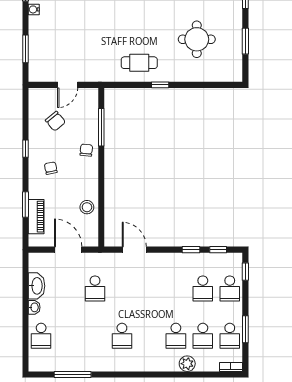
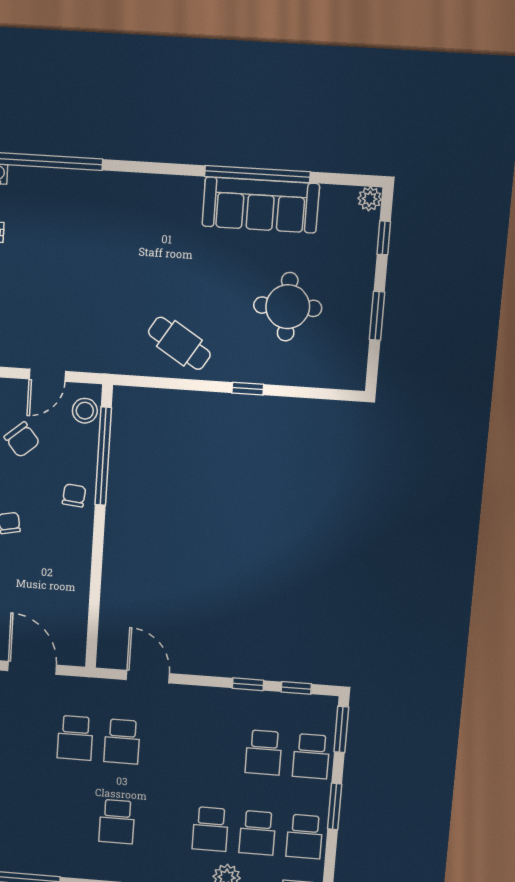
cafe table: (139, 63) -> (179, 343), turned 32
window: (160, 85) -> (248, 389), moved
window: (101, 127) -> (103, 456), width x1.46
stool: (87, 207) -> (85, 411), moved
window: (245, 272) -> (341, 729), width x1.50
school desk: (122, 288) -> (122, 741), added
window: (245, 329) -> (335, 806), moved

